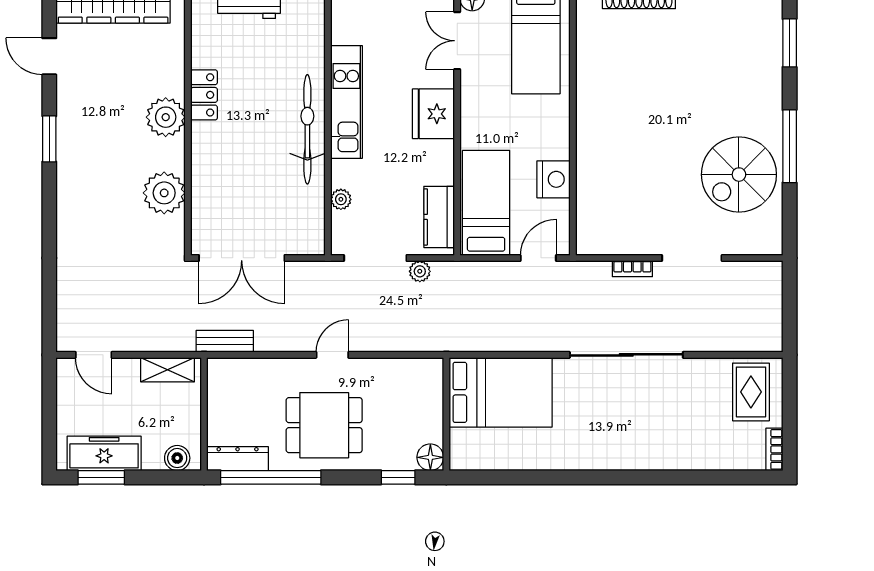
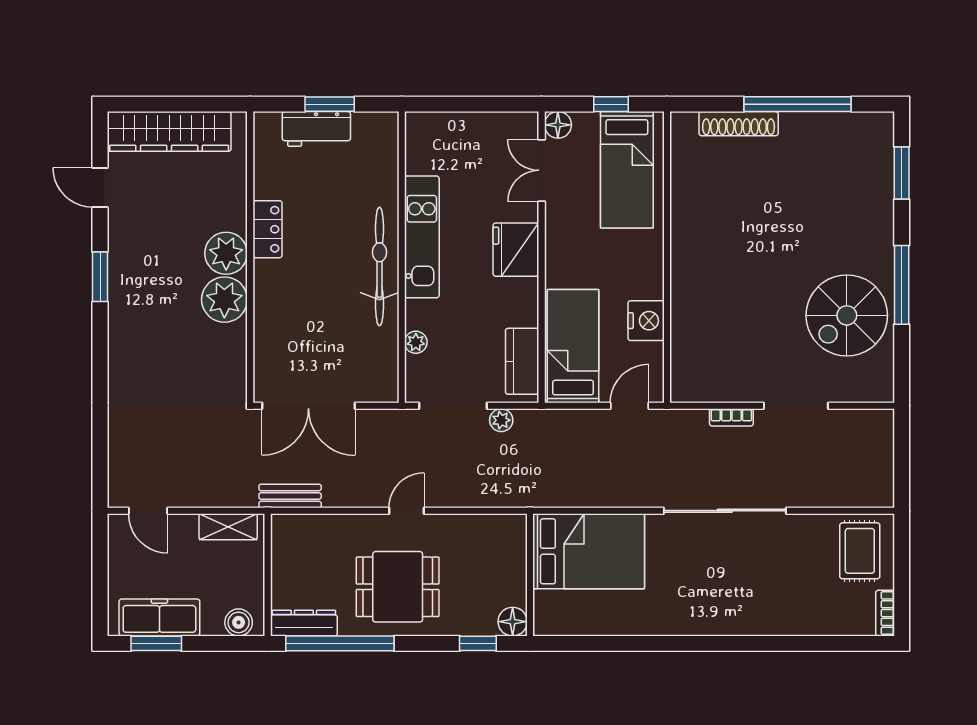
plant: (164, 193) -> (224, 300), moved

